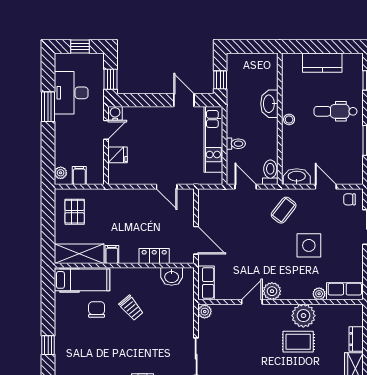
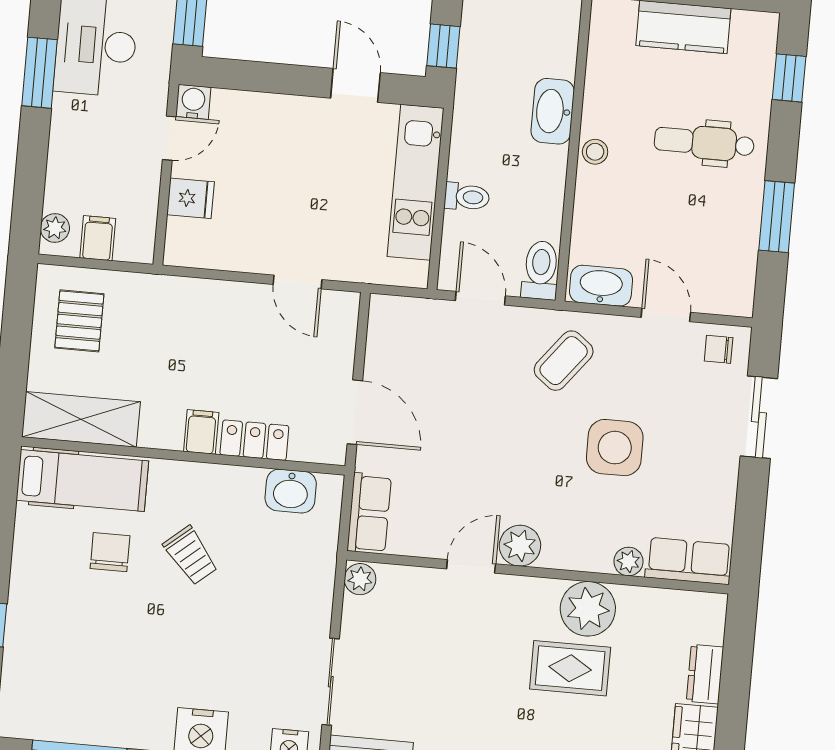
filing cabinet: (112, 255) -> (201, 432), moved

